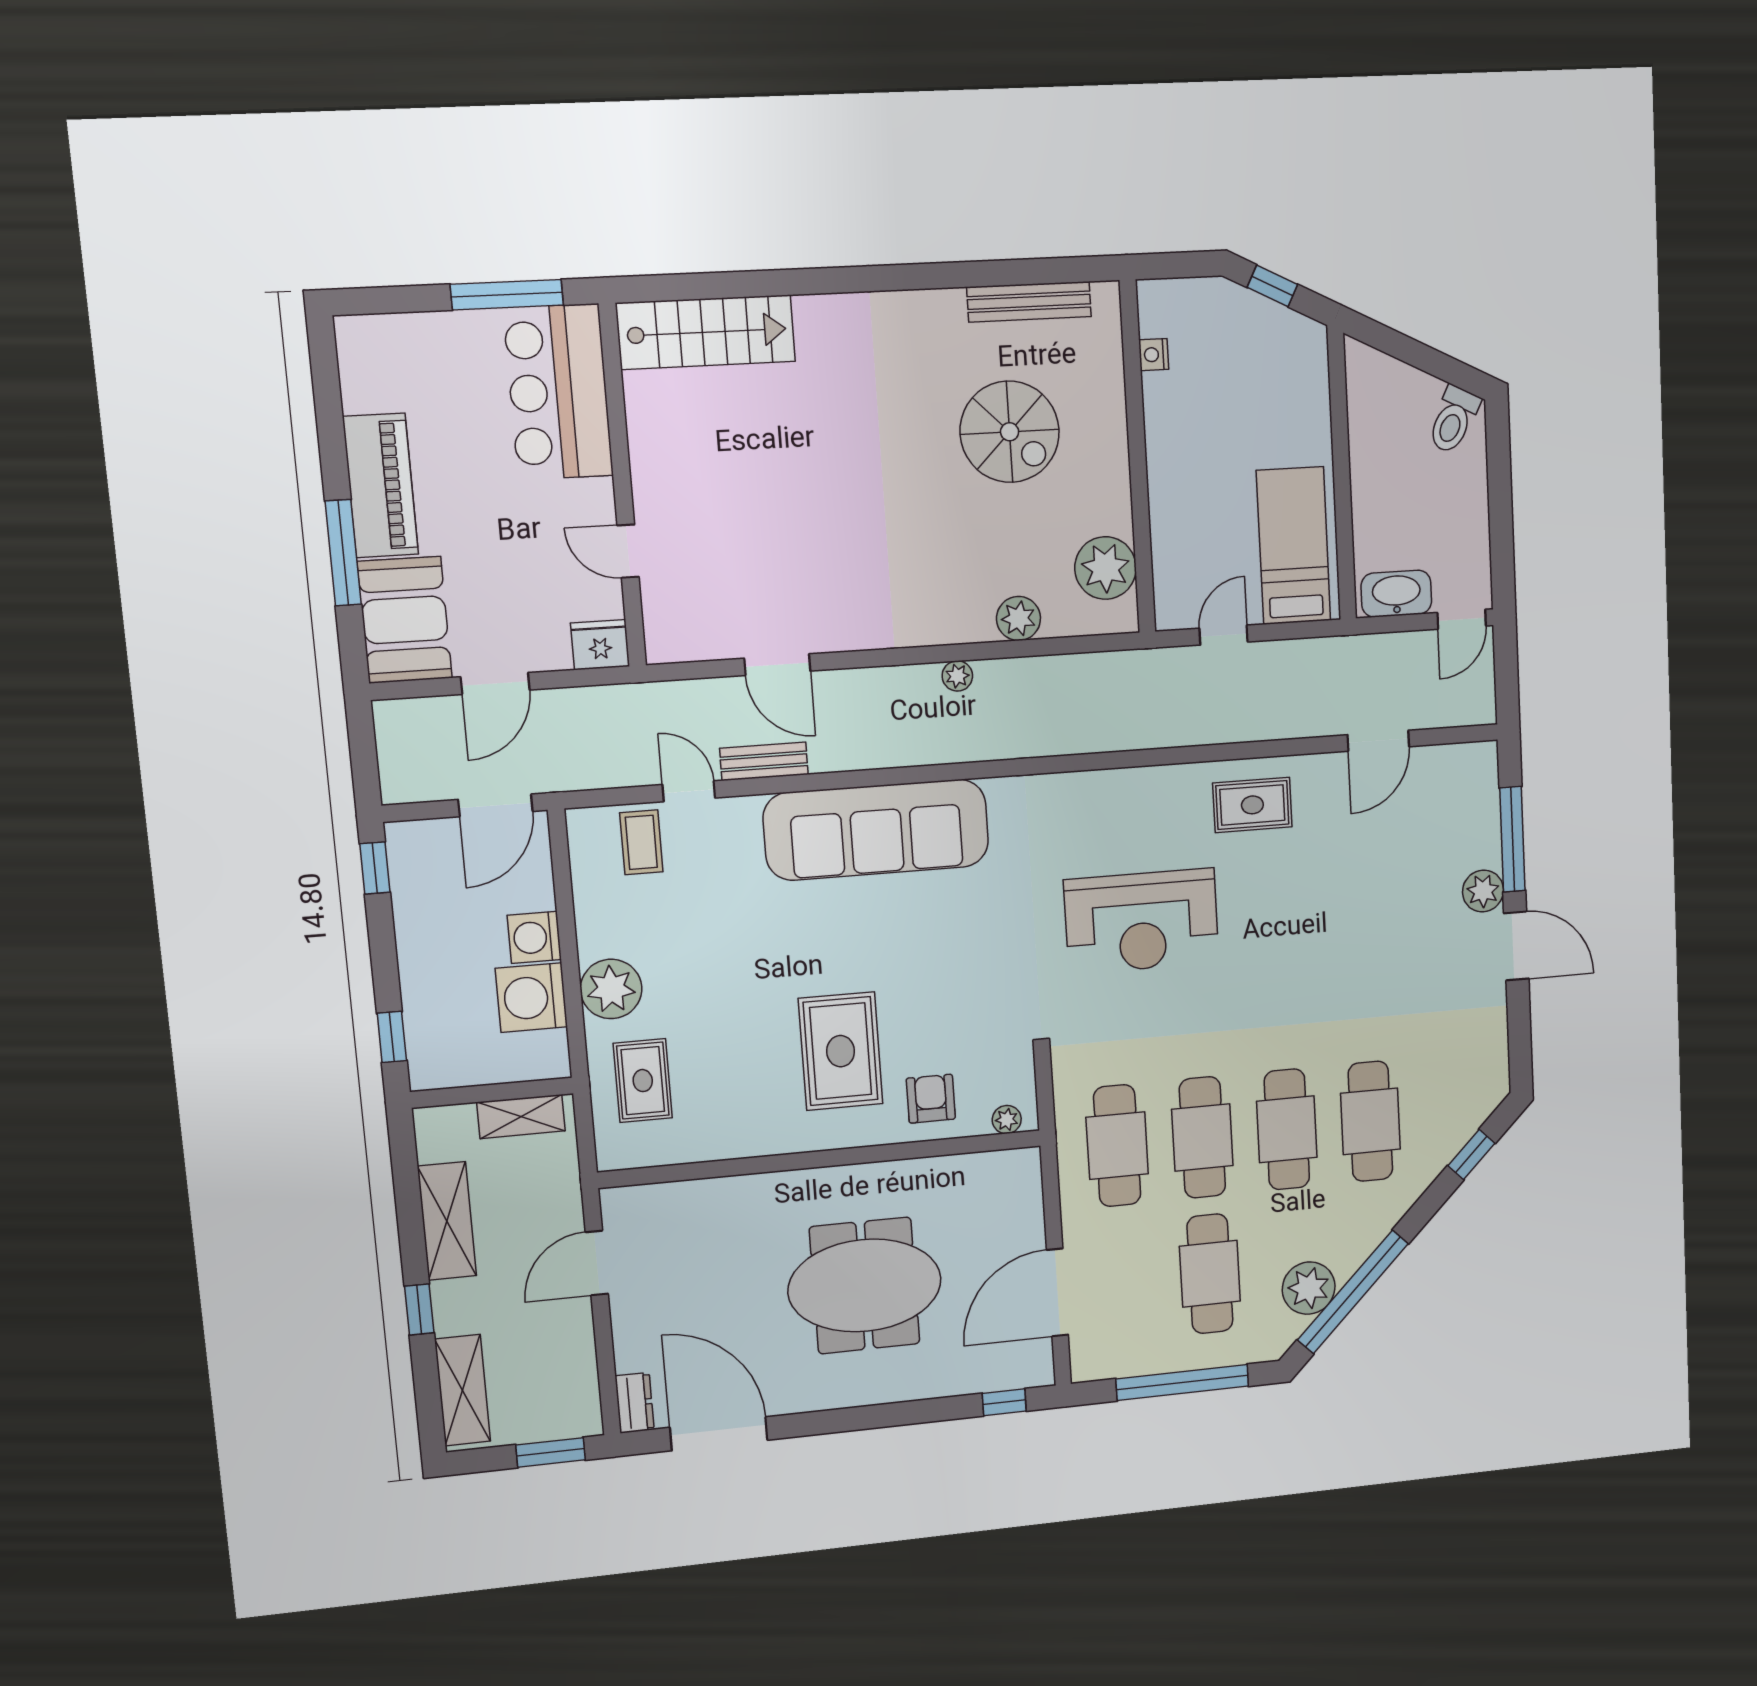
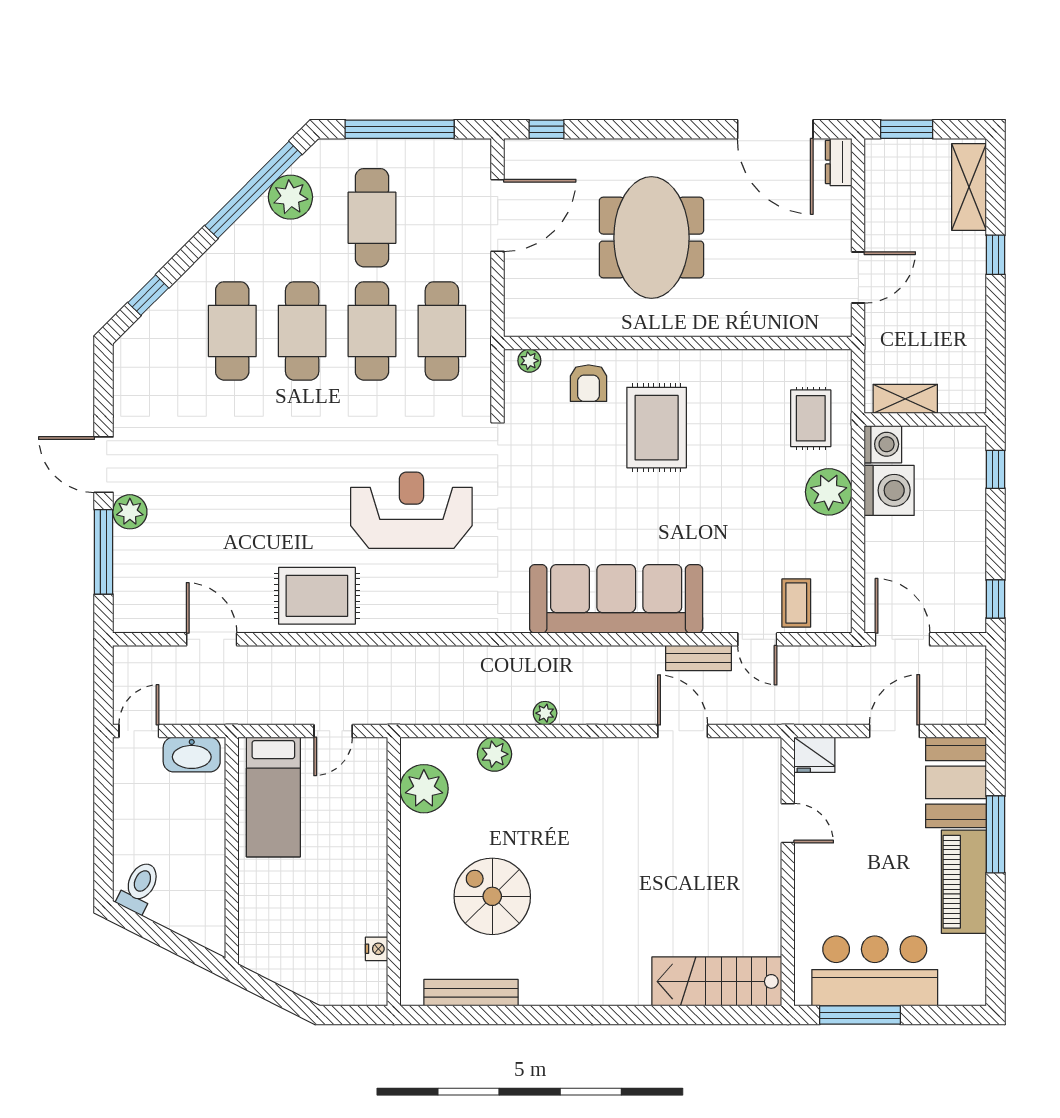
window: (1272, 286) -> (280, 996), removed
bar counter: (558, 392) -> (875, 971), moved, turned -90
door: (1378, 741) -> (212, 639), hinge flipped
door: (495, 805) -> (903, 639), hinge flipped
rug: (1252, 805) -> (317, 596), width x1.36, depth x1.43
washing machine: (534, 937) -> (883, 444), moved
shelving: (447, 1221) -> (968, 322), removed
meeting table: (865, 1285) -> (651, 238), turned 90

